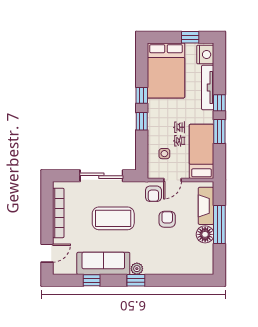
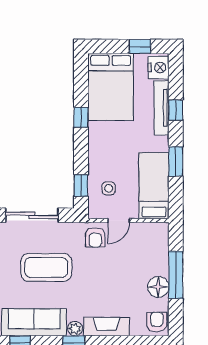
window: (219, 103) -> (176, 110), moved
window: (142, 121) -> (81, 186), moved
fireplace: (206, 206) -> (107, 327), moved, turned 90
armchair: (167, 219) -> (157, 322), moved

